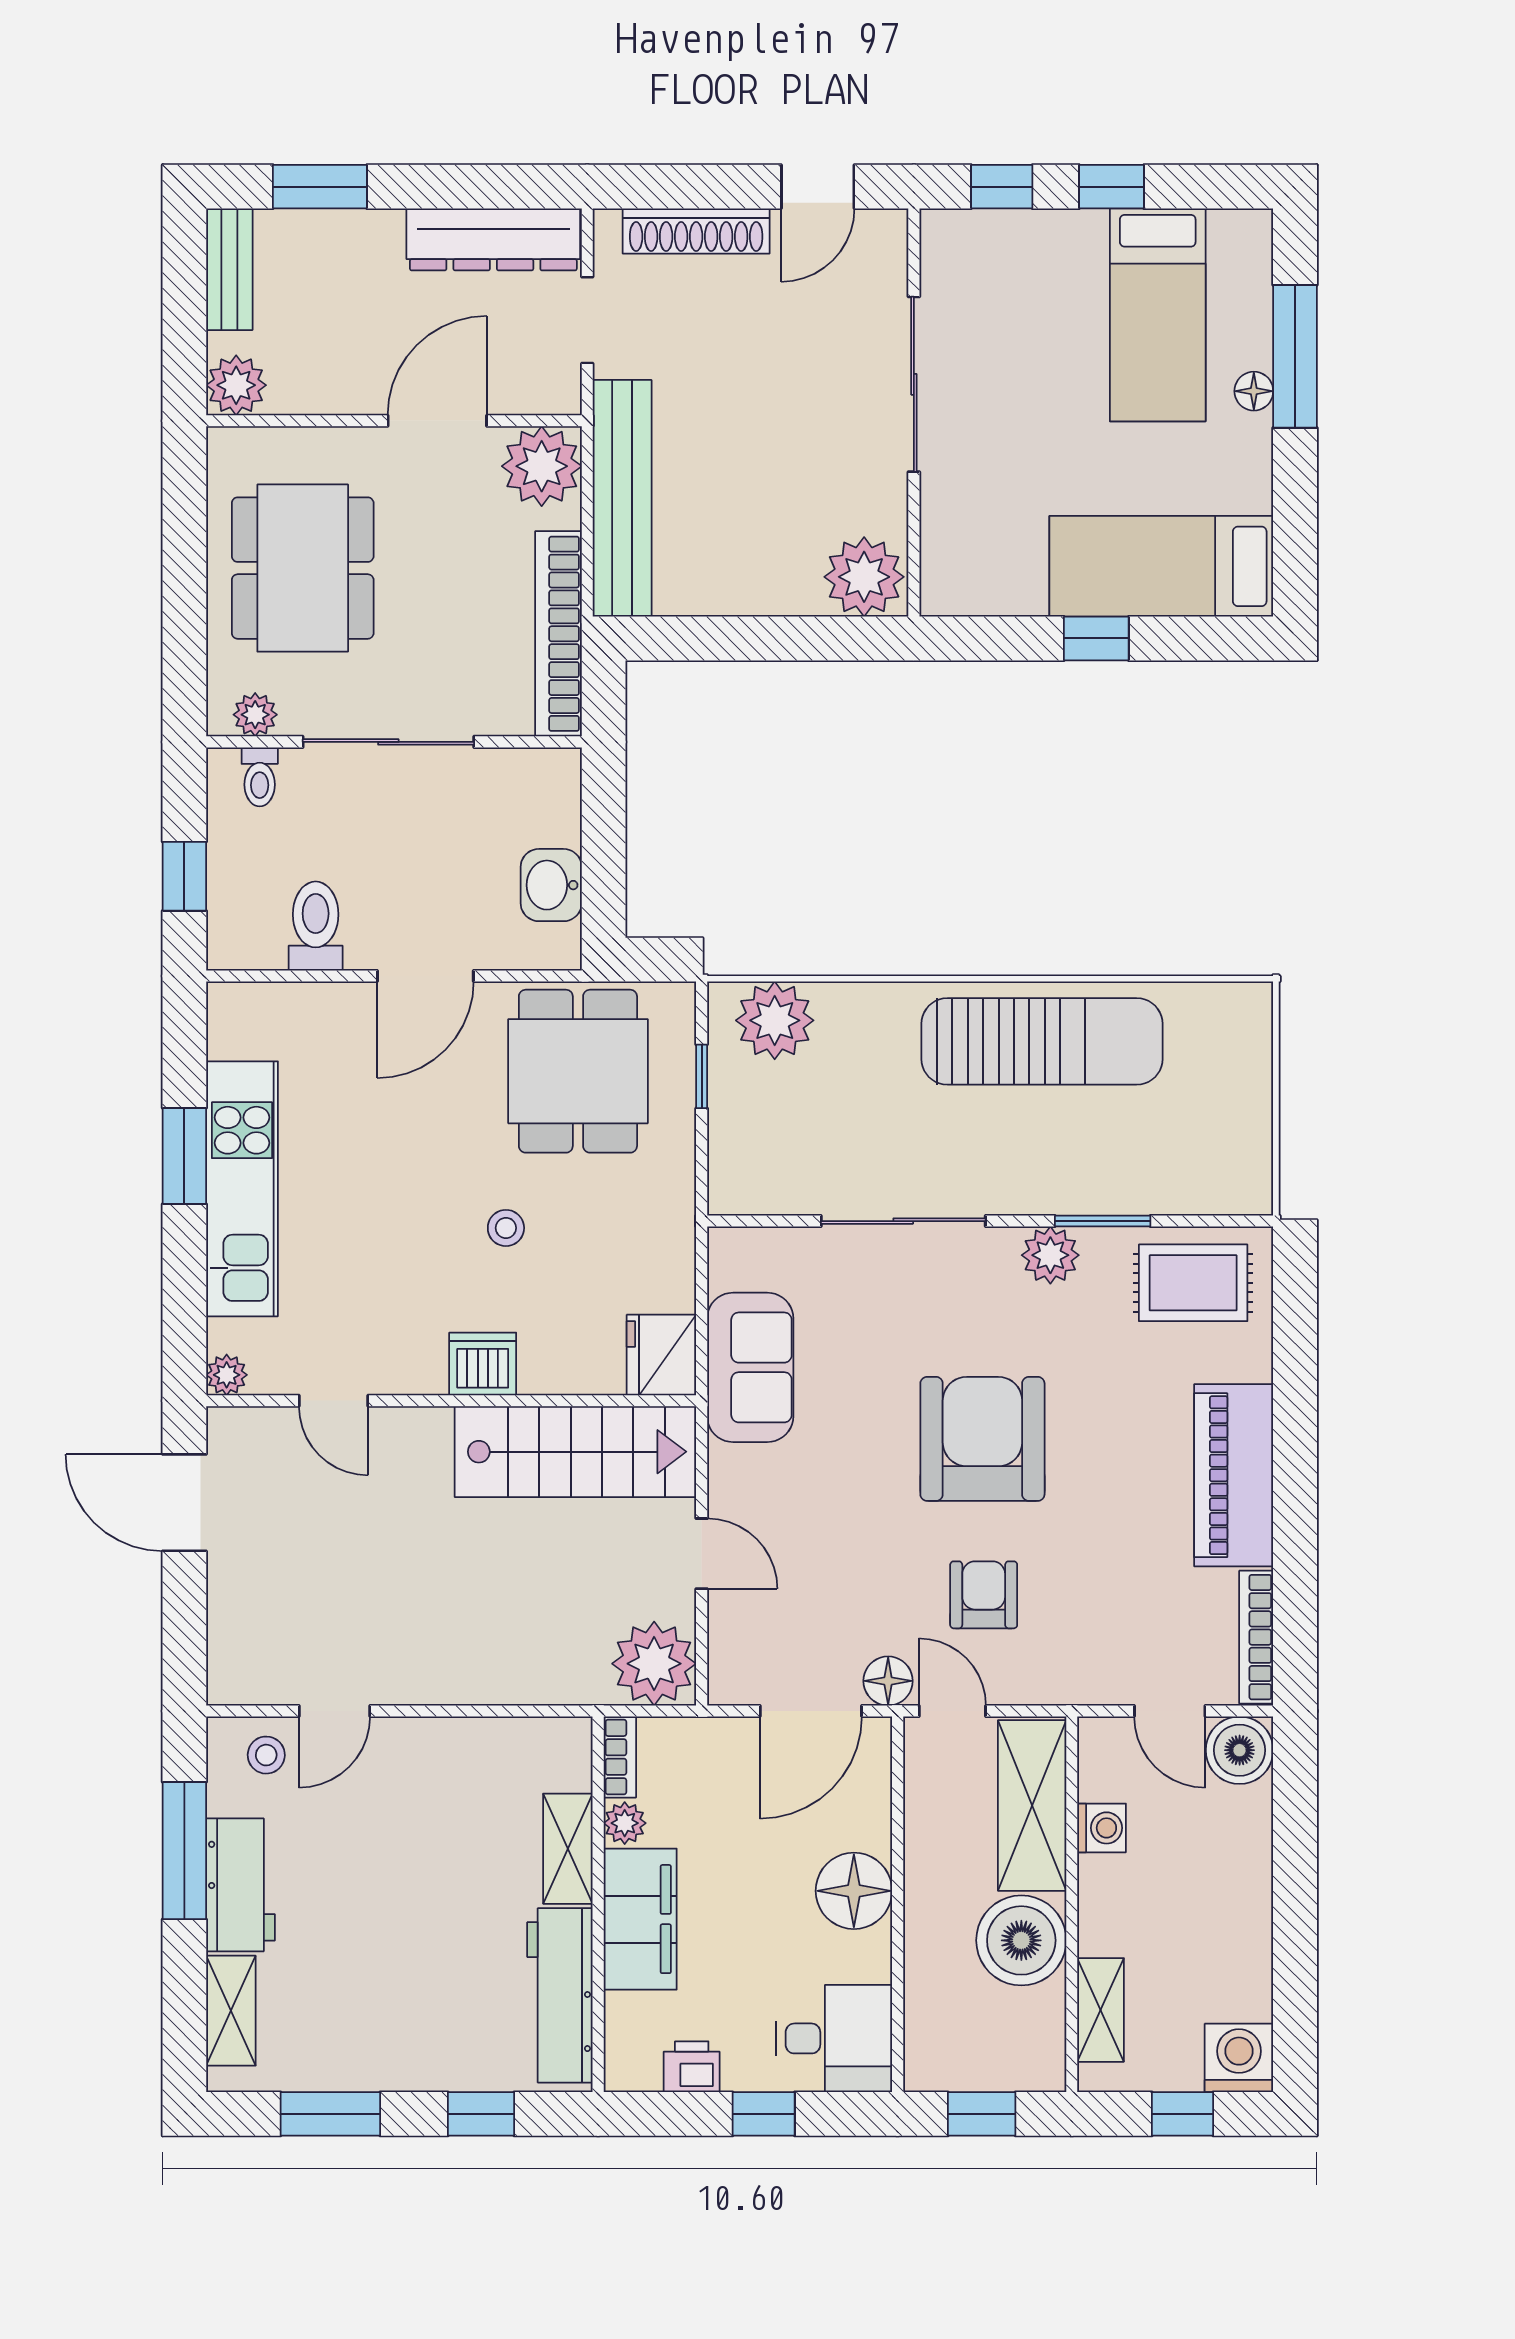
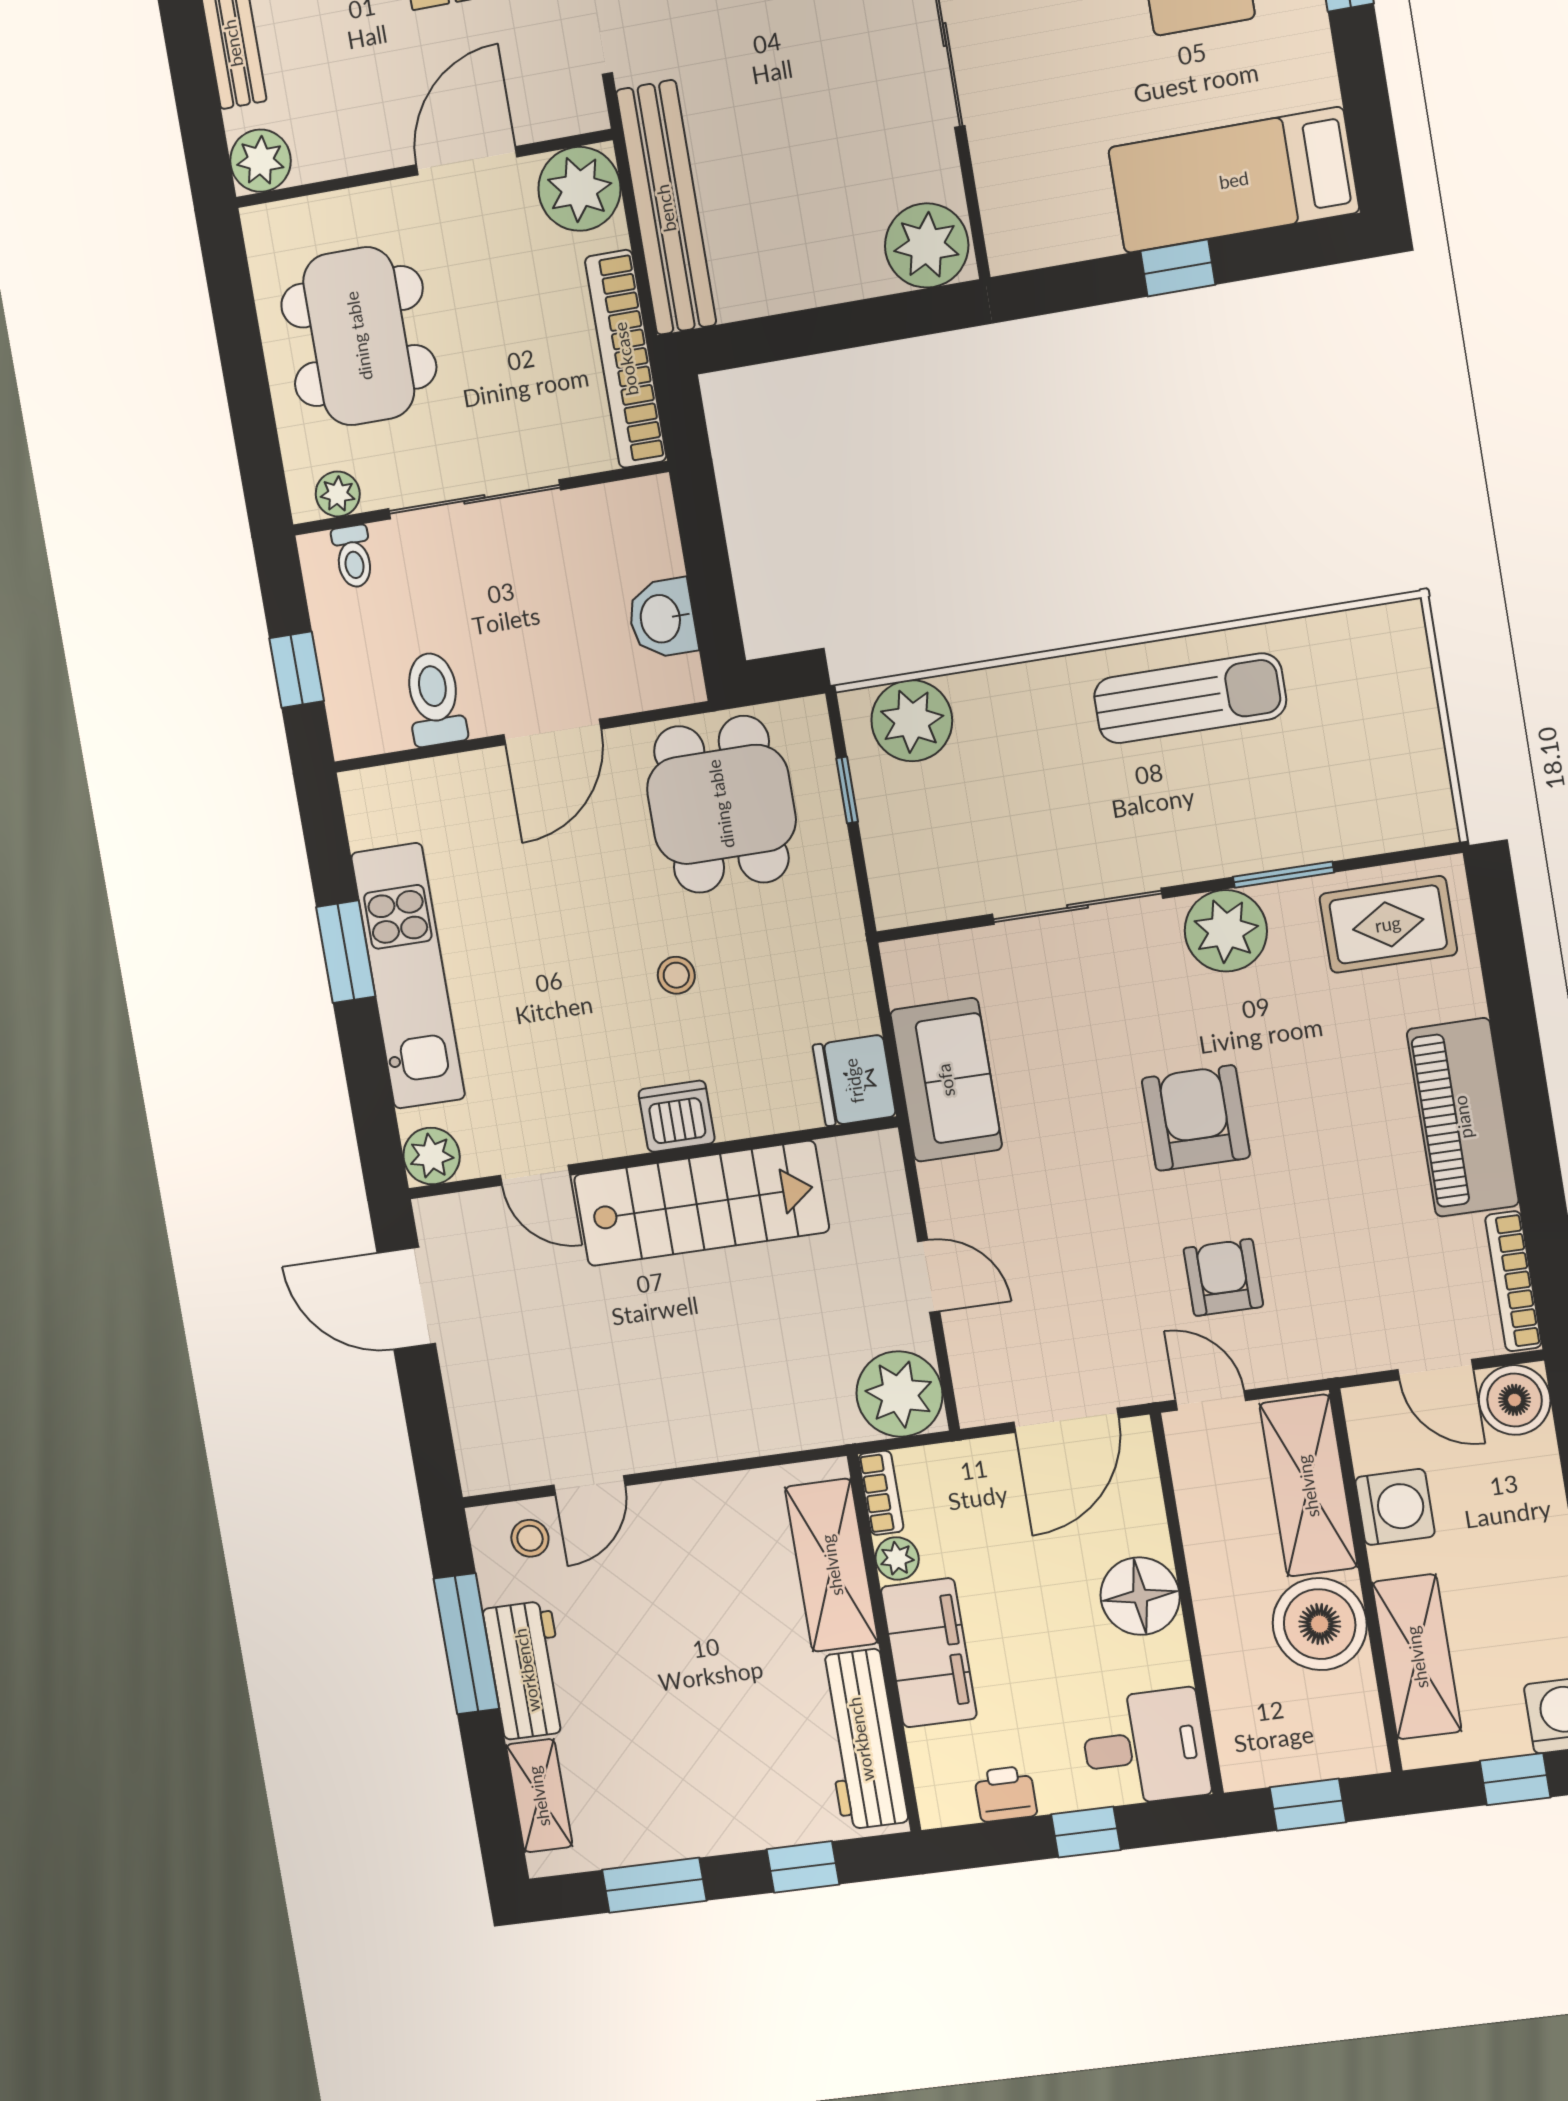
sun lounger: (1042, 1041) -> (1190, 698), width x0.73, depth x0.75
plant: (1050, 1255) -> (1226, 931), width x1.36, depth x1.36
plant: (227, 1375) -> (432, 1156), width x1.38, depth x1.38
armchair: (982, 1439) -> (1196, 1118), width x0.73, depth x0.73
stairs: (575, 1452) -> (701, 1203), moved
floor lamp: (888, 1681) -> (1140, 1379), removed
washing machine: (1102, 1828) -> (1395, 1507), width x1.38, depth x1.38
shelving: (568, 1849) -> (832, 1565), width x1.50, depth x1.33
shelving: (1101, 2010) -> (1417, 1657), width x1.50, depth x1.33

